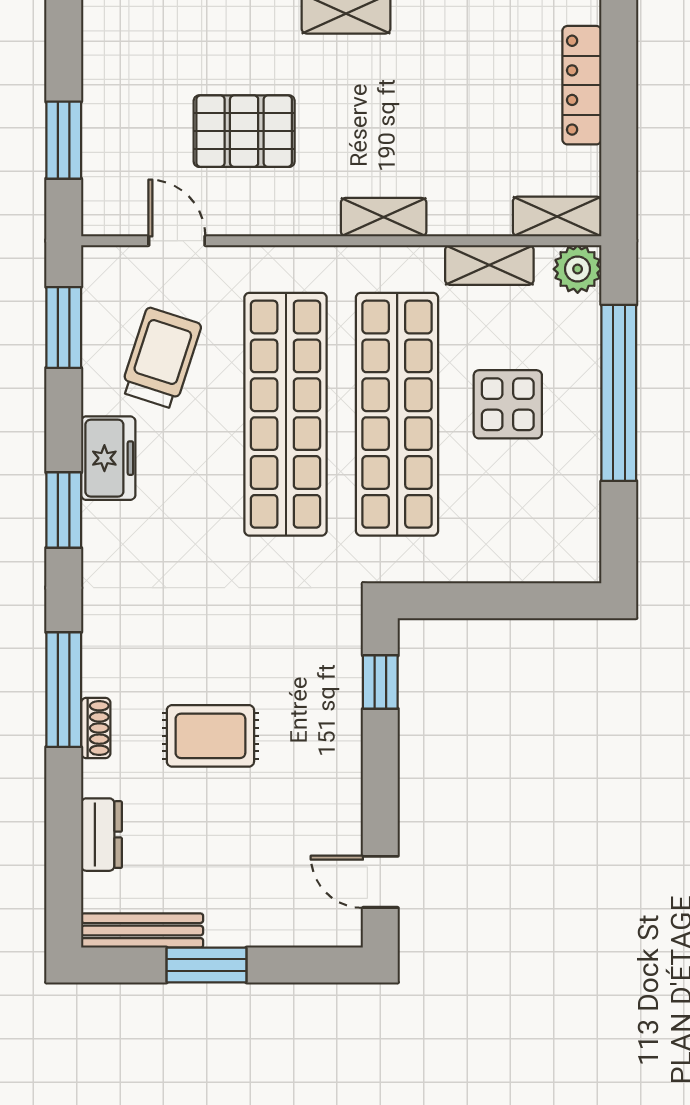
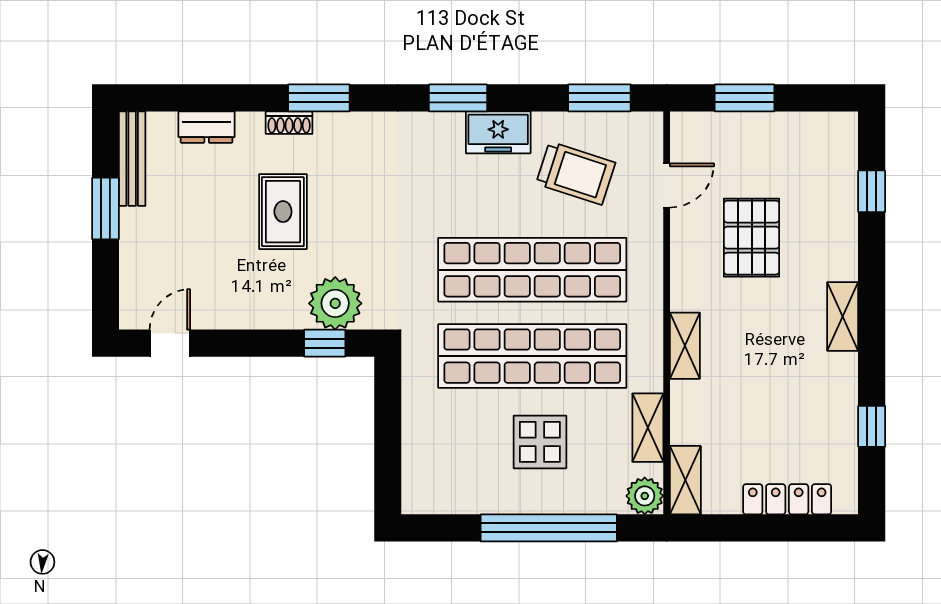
plant: (329, 668) -> (335, 303), added
window: (64, 690) -> (319, 98), width x0.69

